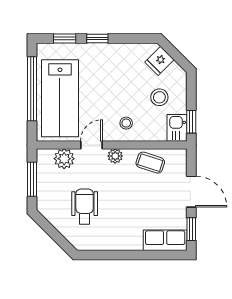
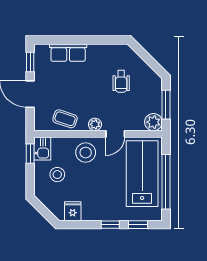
fridge: (159, 61) -> (73, 211), moved, turned -45
stool: (126, 123) -> (86, 153), width x1.89, depth x1.89
plant: (64, 159) -> (153, 122), moved
wheelchair: (85, 206) -> (121, 81), width x0.73, depth x0.73
row of seats: (165, 240) -> (68, 53), moved

